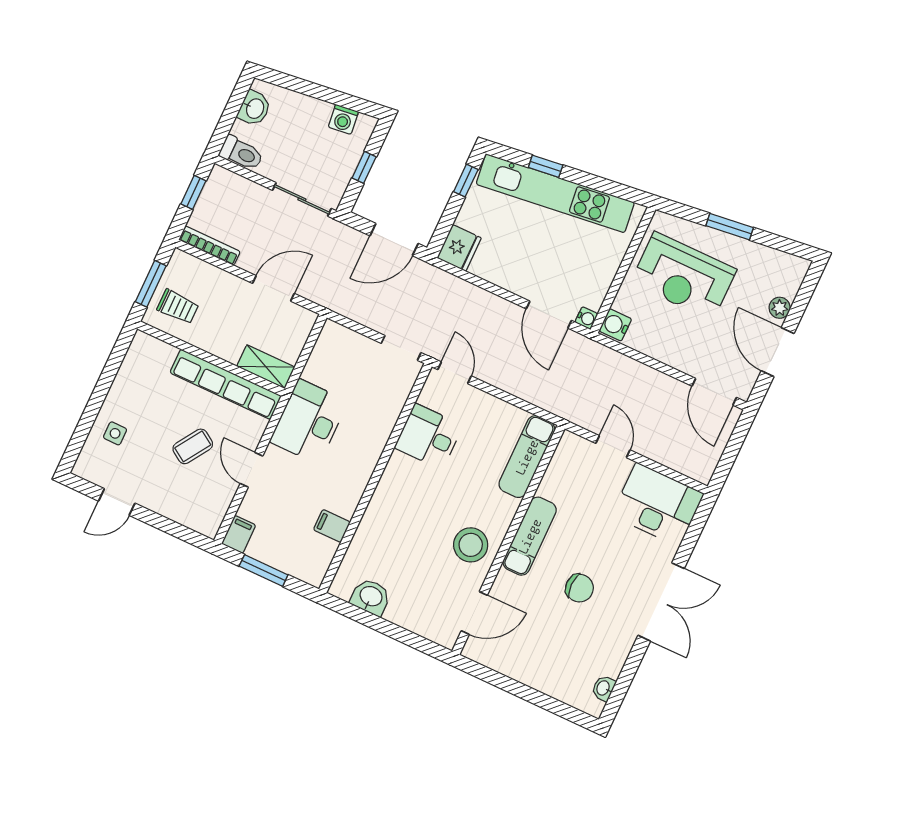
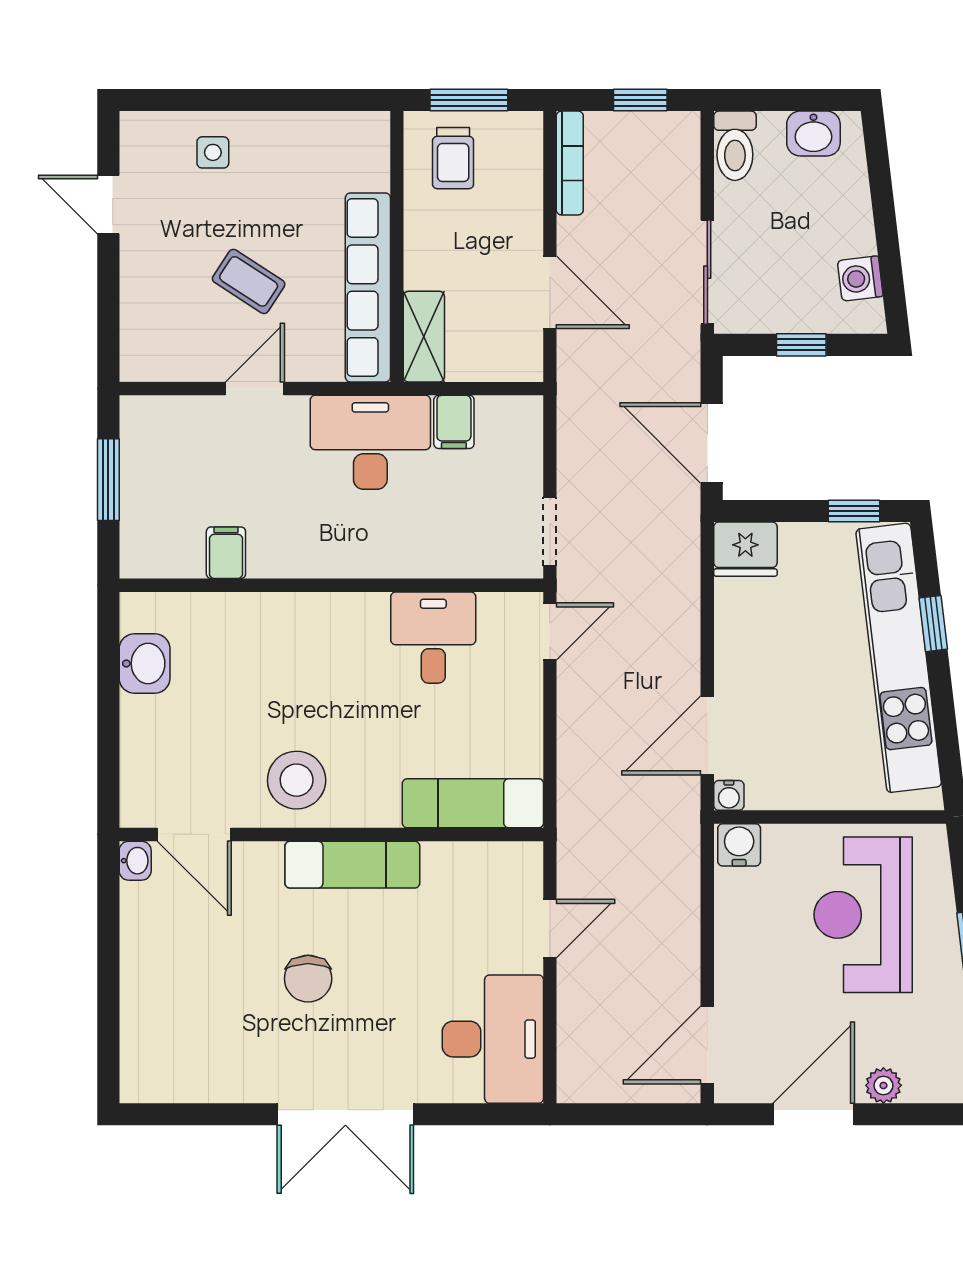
filing cabinet: (239, 534) -> (454, 422), moved, turned 90
washbasin: (603, 688) -> (135, 861), moved, turned 90

